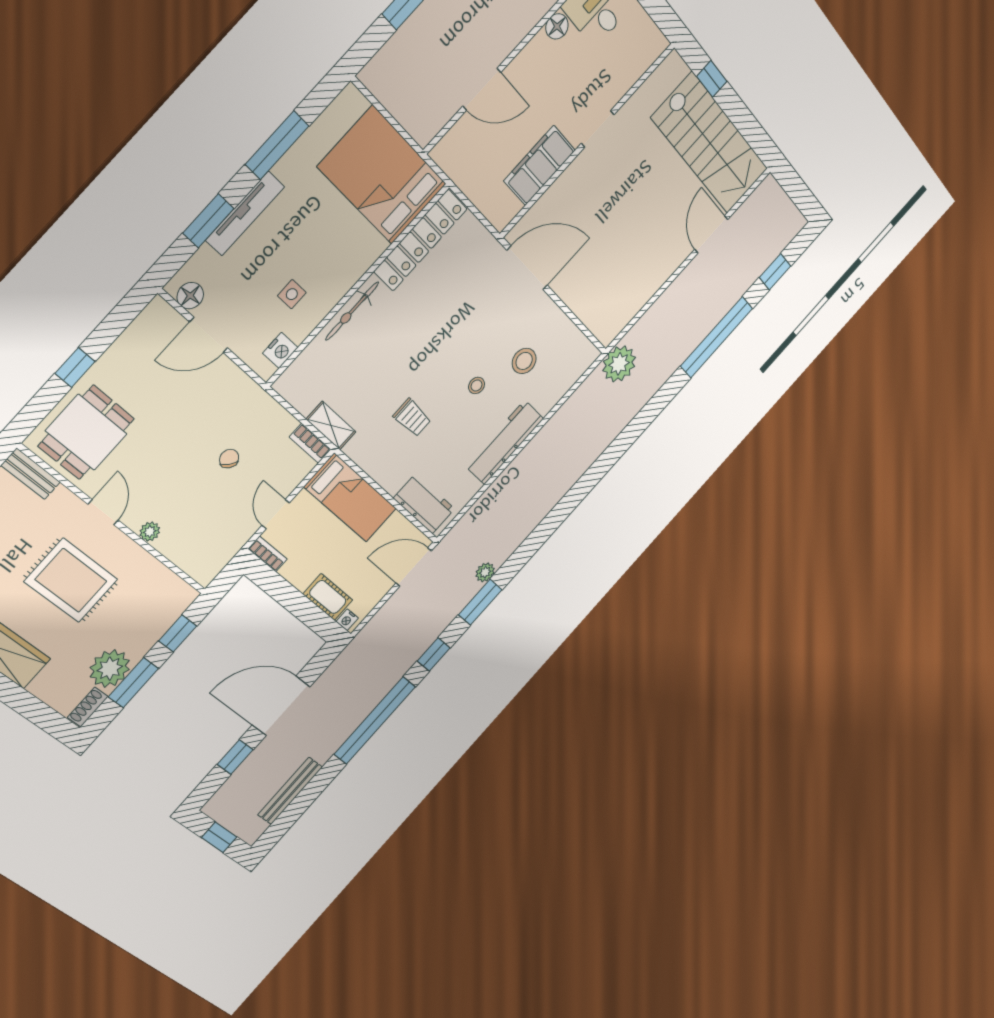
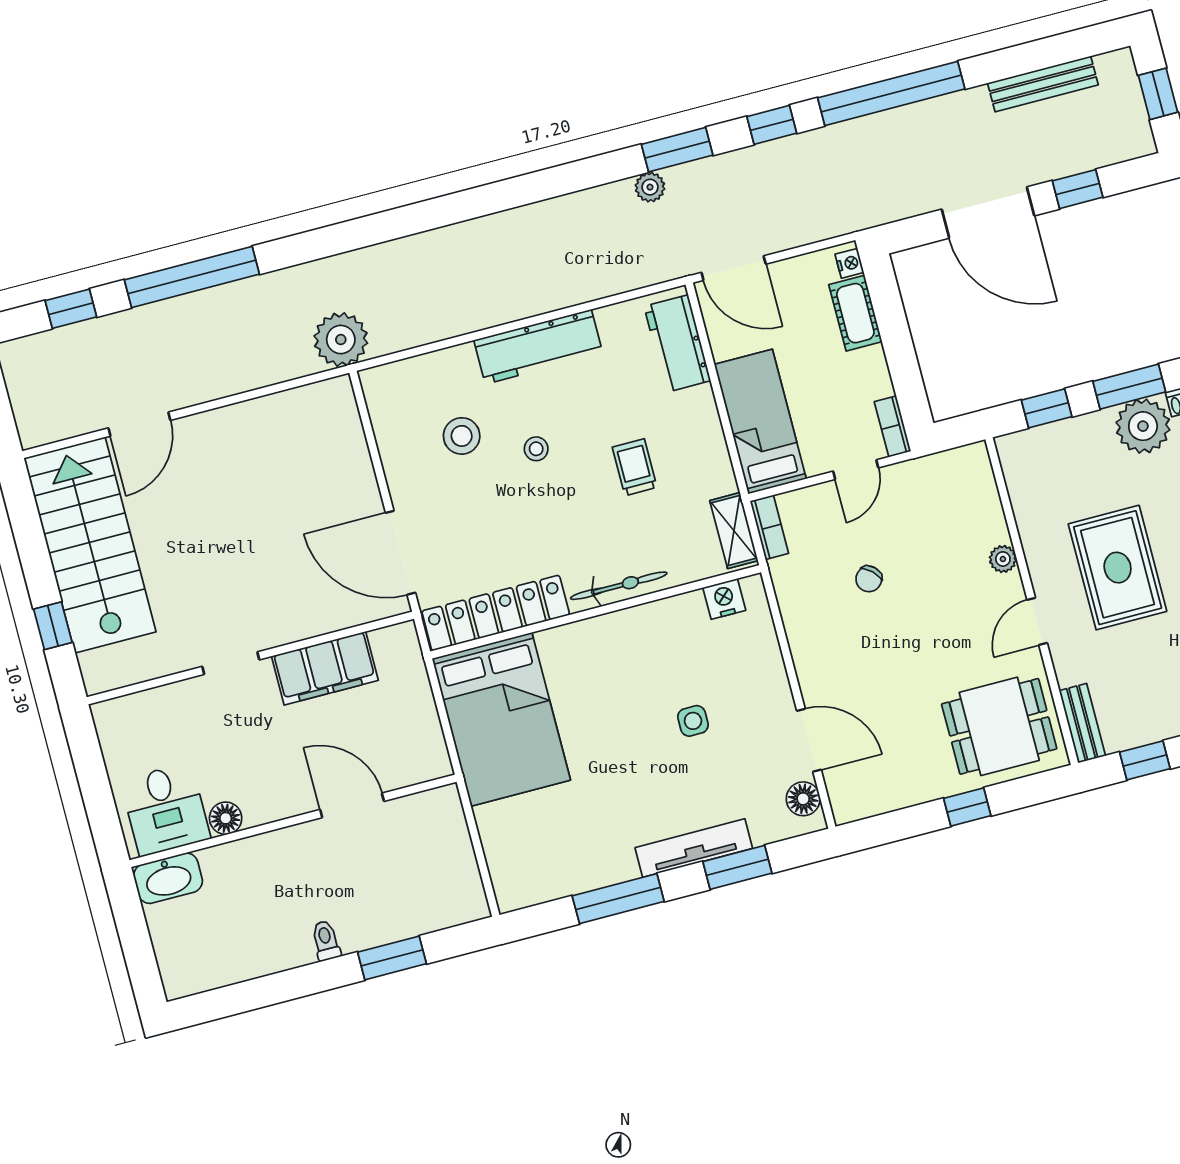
bed: (382, 175) -> (501, 719), moved
locker: (421, 240) -> (496, 613), moved
wall: (358, 285) -> (596, 612), moved
bicycle: (352, 311) -> (619, 586), moved
nightstand: (280, 350) -> (724, 599), moved

